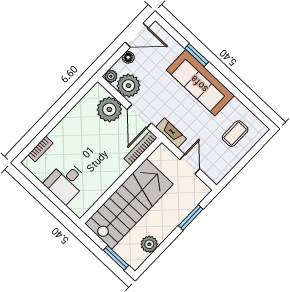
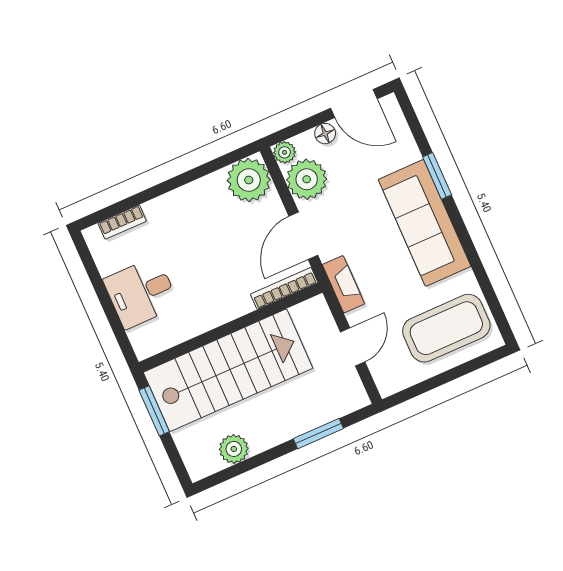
plant: (109, 109) -> (249, 180), moved
coffee table: (235, 134) -> (446, 328), width x1.86, depth x1.72
window: (116, 258) -> (154, 411), moved

